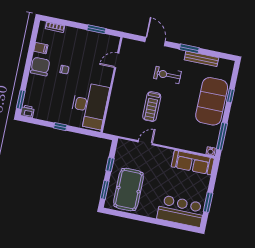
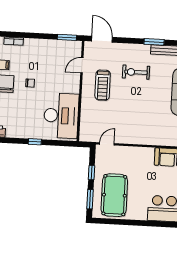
window: (96, 29) -> (67, 37), moved
door: (155, 42) -> (102, 39), moved
treadmill: (152, 107) -> (103, 85), moved
door: (145, 143) -> (107, 144), moved

